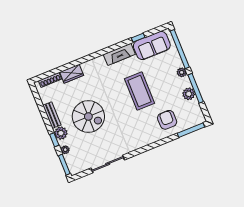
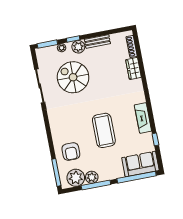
sofa: (152, 45) -> (140, 164), moved, turned 90
plant: (182, 72) -> (76, 178), moved, width x1.88, depth x1.88
coffee table: (139, 91) -> (104, 130), turned 90
spiral stairs: (88, 116) -> (73, 77), moved, turned 90
armchair: (167, 120) -> (71, 152), turned 90

